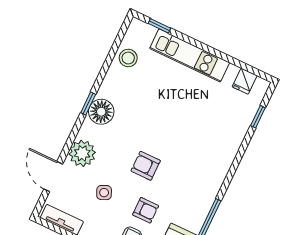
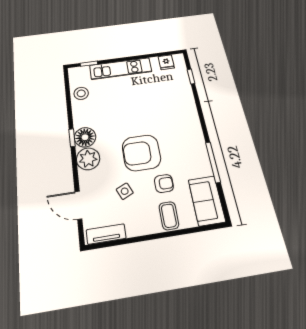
plant: (82, 153) -> (88, 159), moved
armchair: (146, 166) -> (141, 153), width x1.88, depth x1.88

